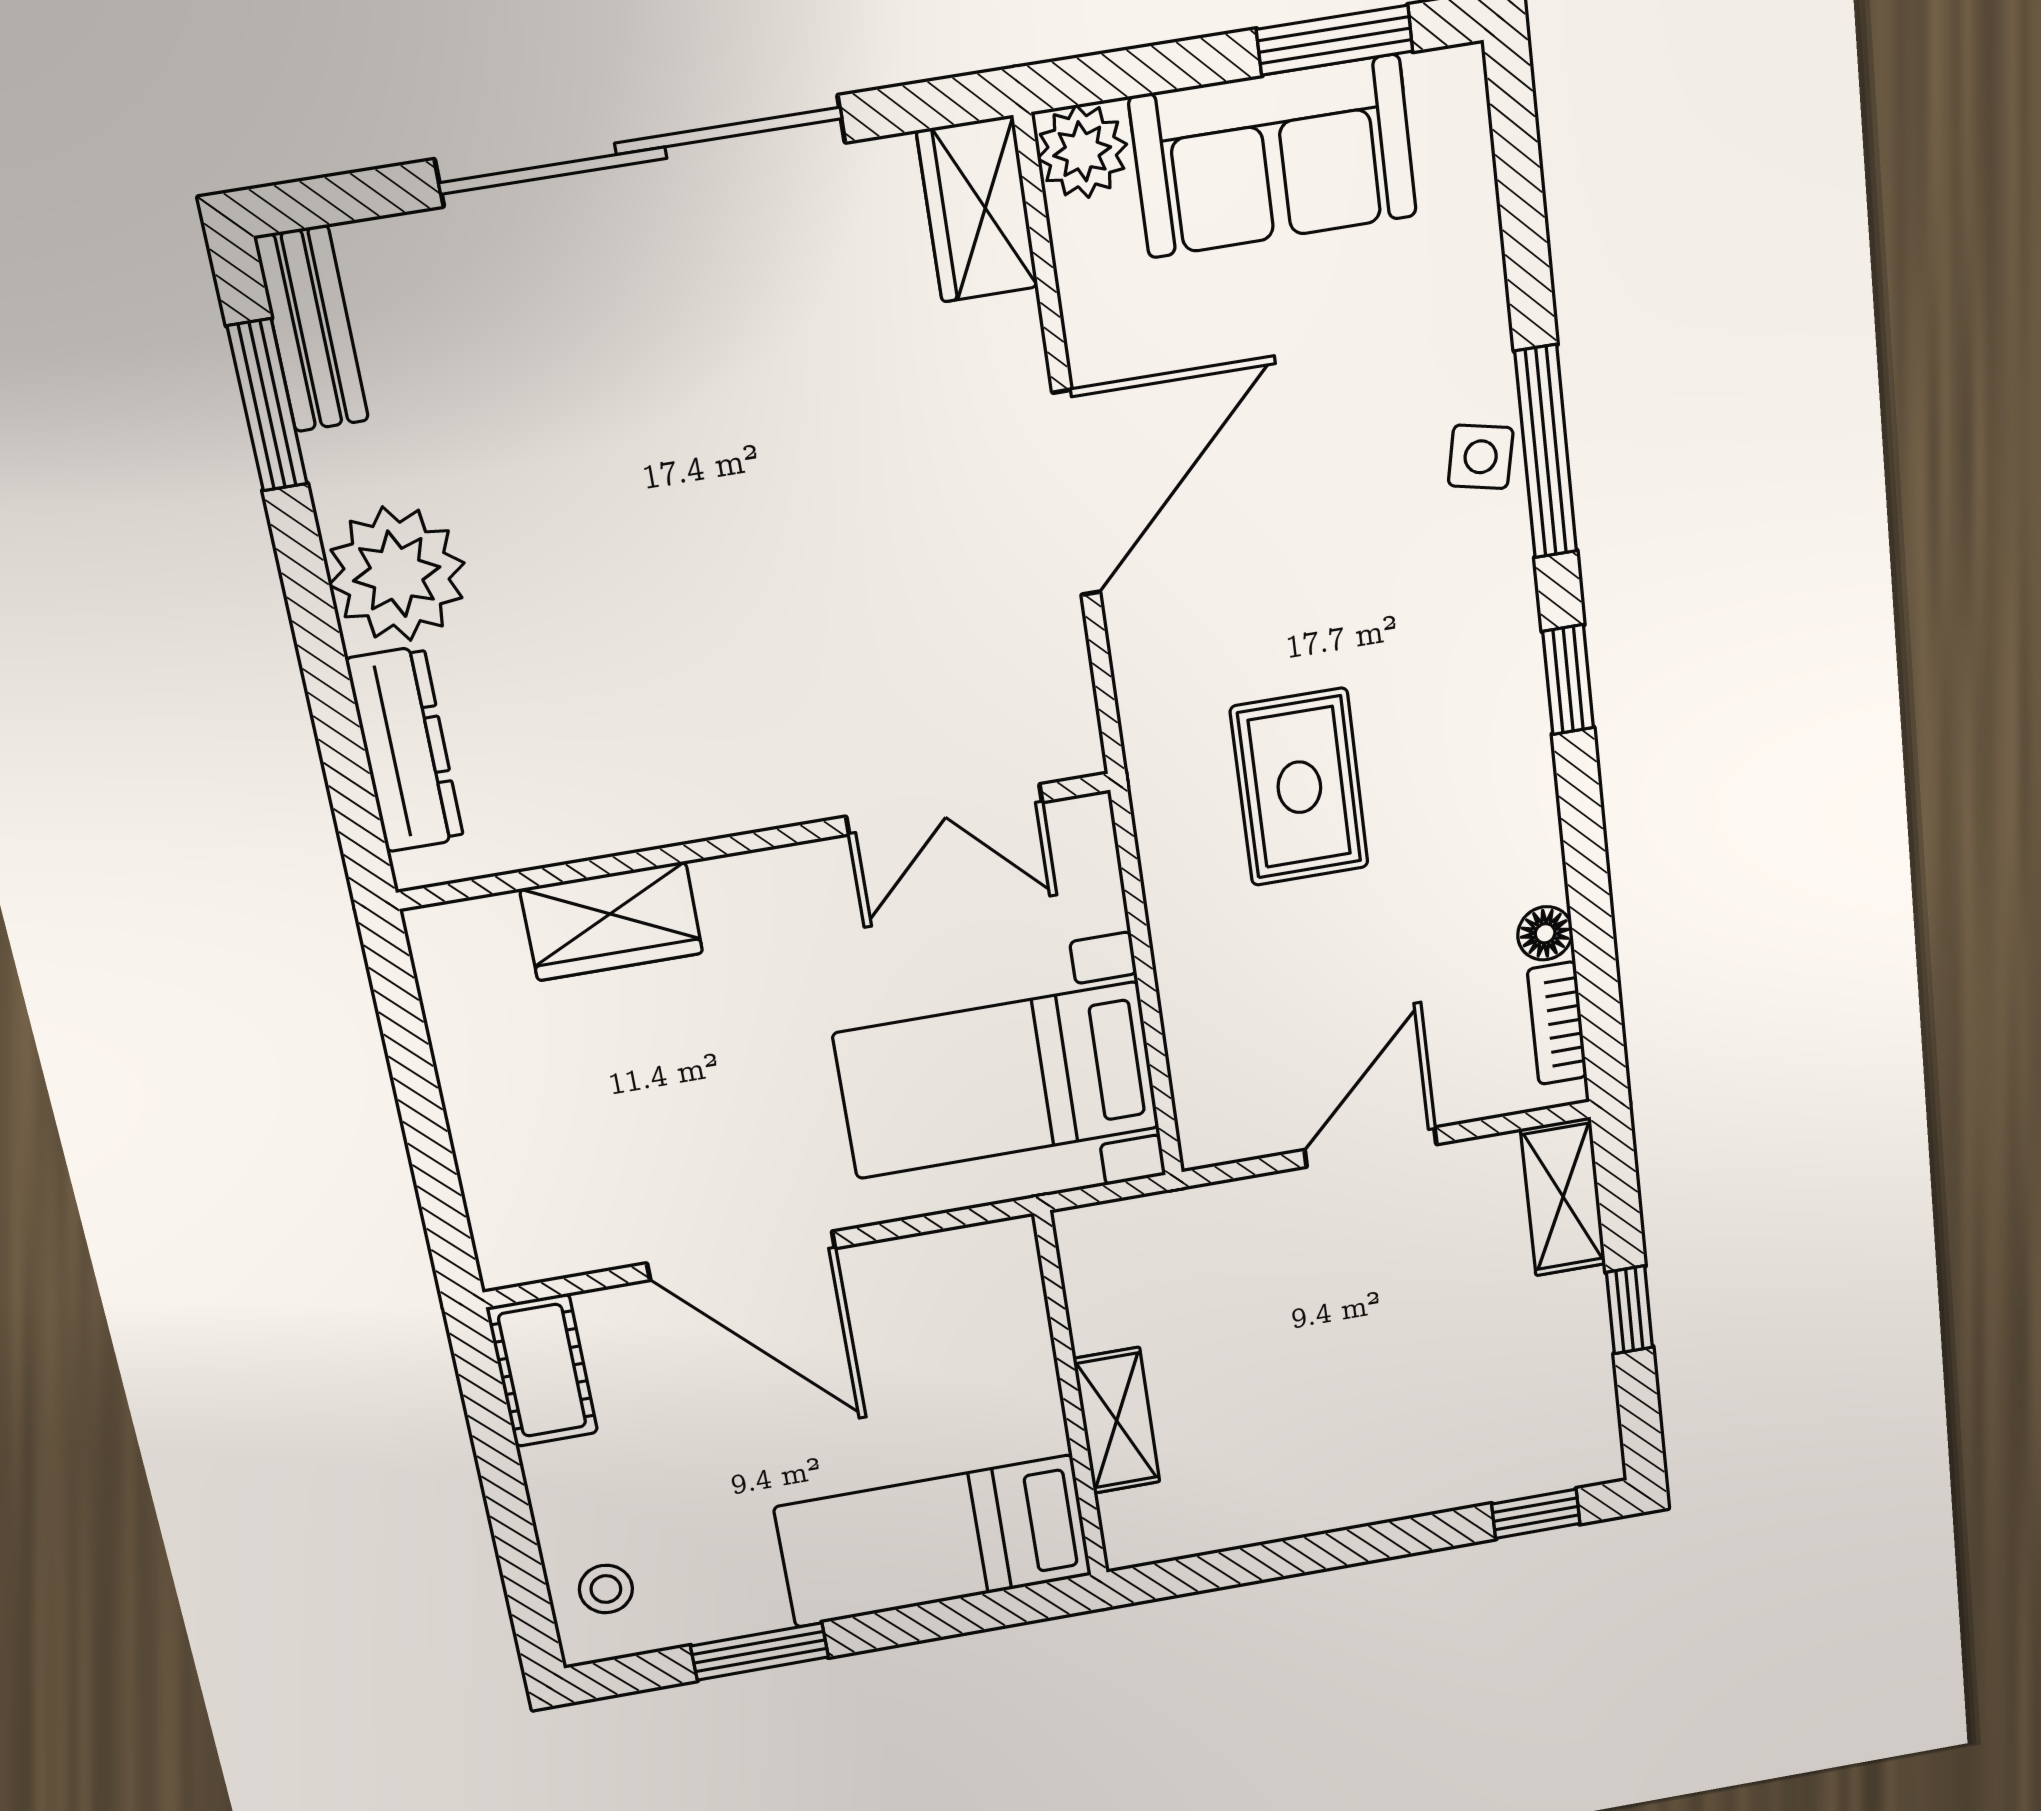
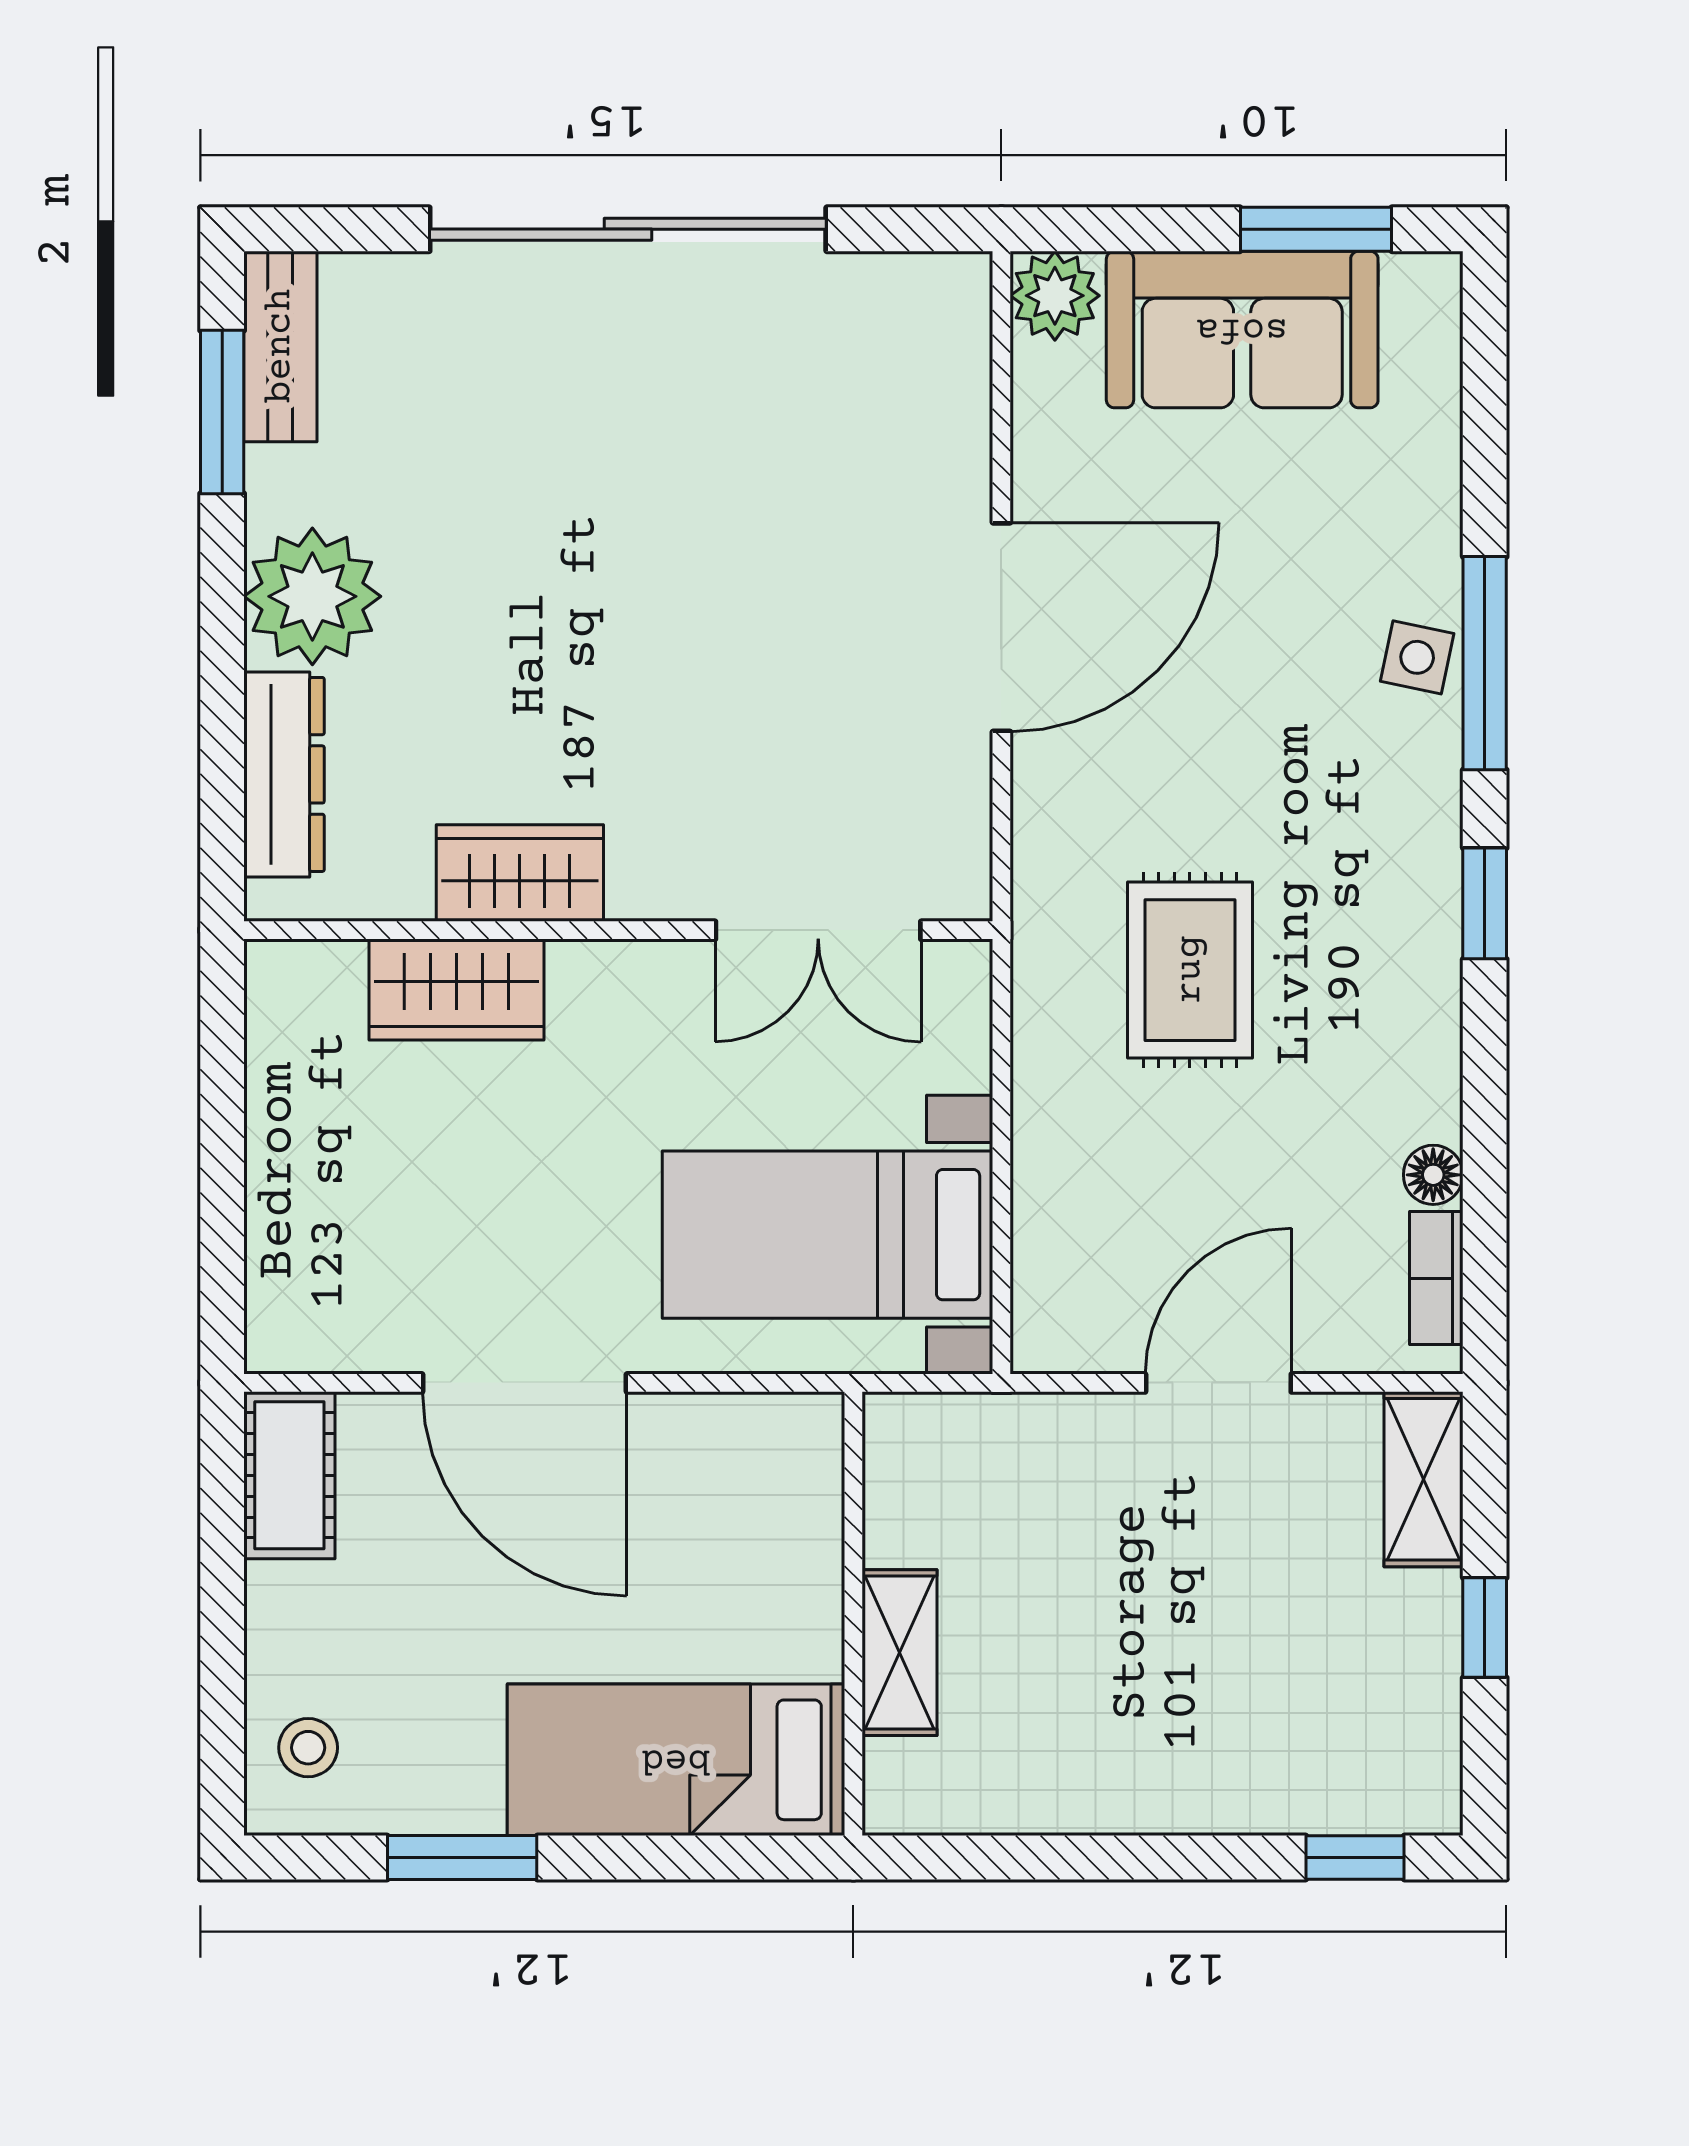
wardrobe: (977, 209) -> (520, 873), moved, turned 90

